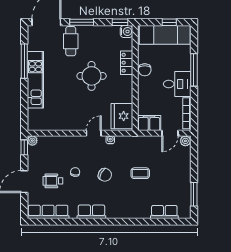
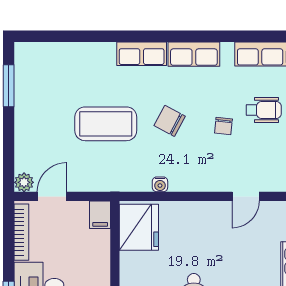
filing cabinet: (149, 123) -> (100, 215), width x0.50
door: (94, 133) -> (246, 196), moved
coffee table: (140, 173) -> (106, 124), width x1.86, depth x1.72
row of seats: (164, 212) -> (142, 54), moved

